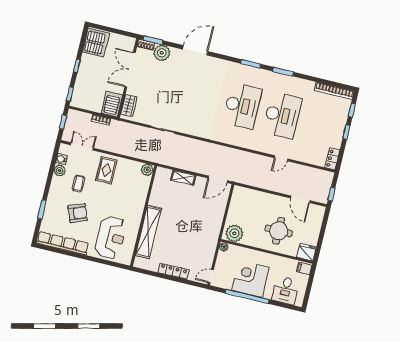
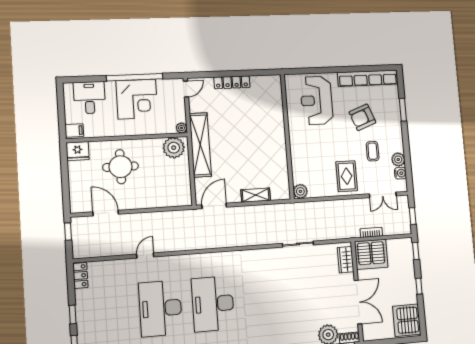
server rack: (112, 104) -> (371, 254), width x1.60
shelving: (148, 232) -> (200, 145), moved

